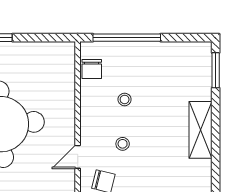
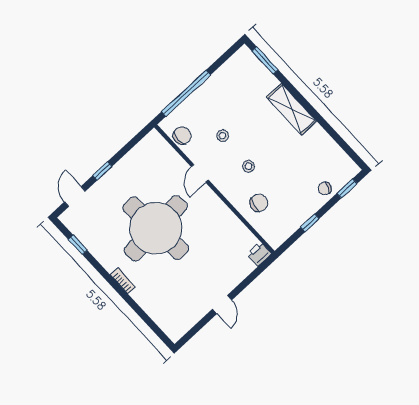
chair: (92, 69) -> (182, 136), turned -90
door: (78, 157) -> (200, 173), moved

